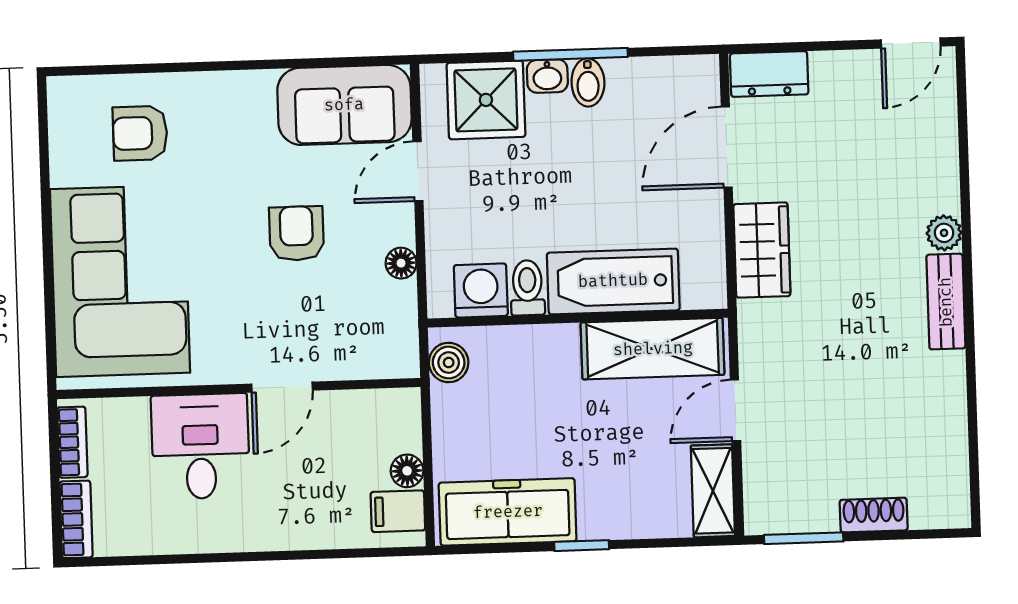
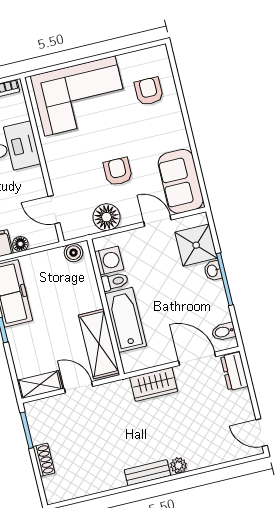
bidet: (588, 82) -> (224, 332), moved
armchair: (296, 233) -> (118, 172), turned -90
floor lamp: (401, 263) -> (107, 217), width x1.89, depth x1.89
door: (282, 387) -> (54, 210), moved

